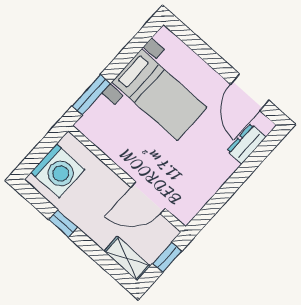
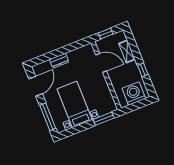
window: (198, 46) -> (48, 117), added
dresser: (246, 144) -> (59, 61), moved
shelving: (127, 259) -> (127, 51), moved

